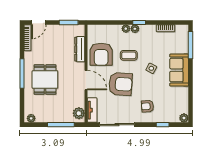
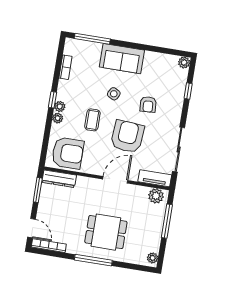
dresser: (80, 49) -> (59, 179), moved
armchair: (101, 54) -> (68, 153), moved
armchair: (147, 106) -> (148, 104), moved

